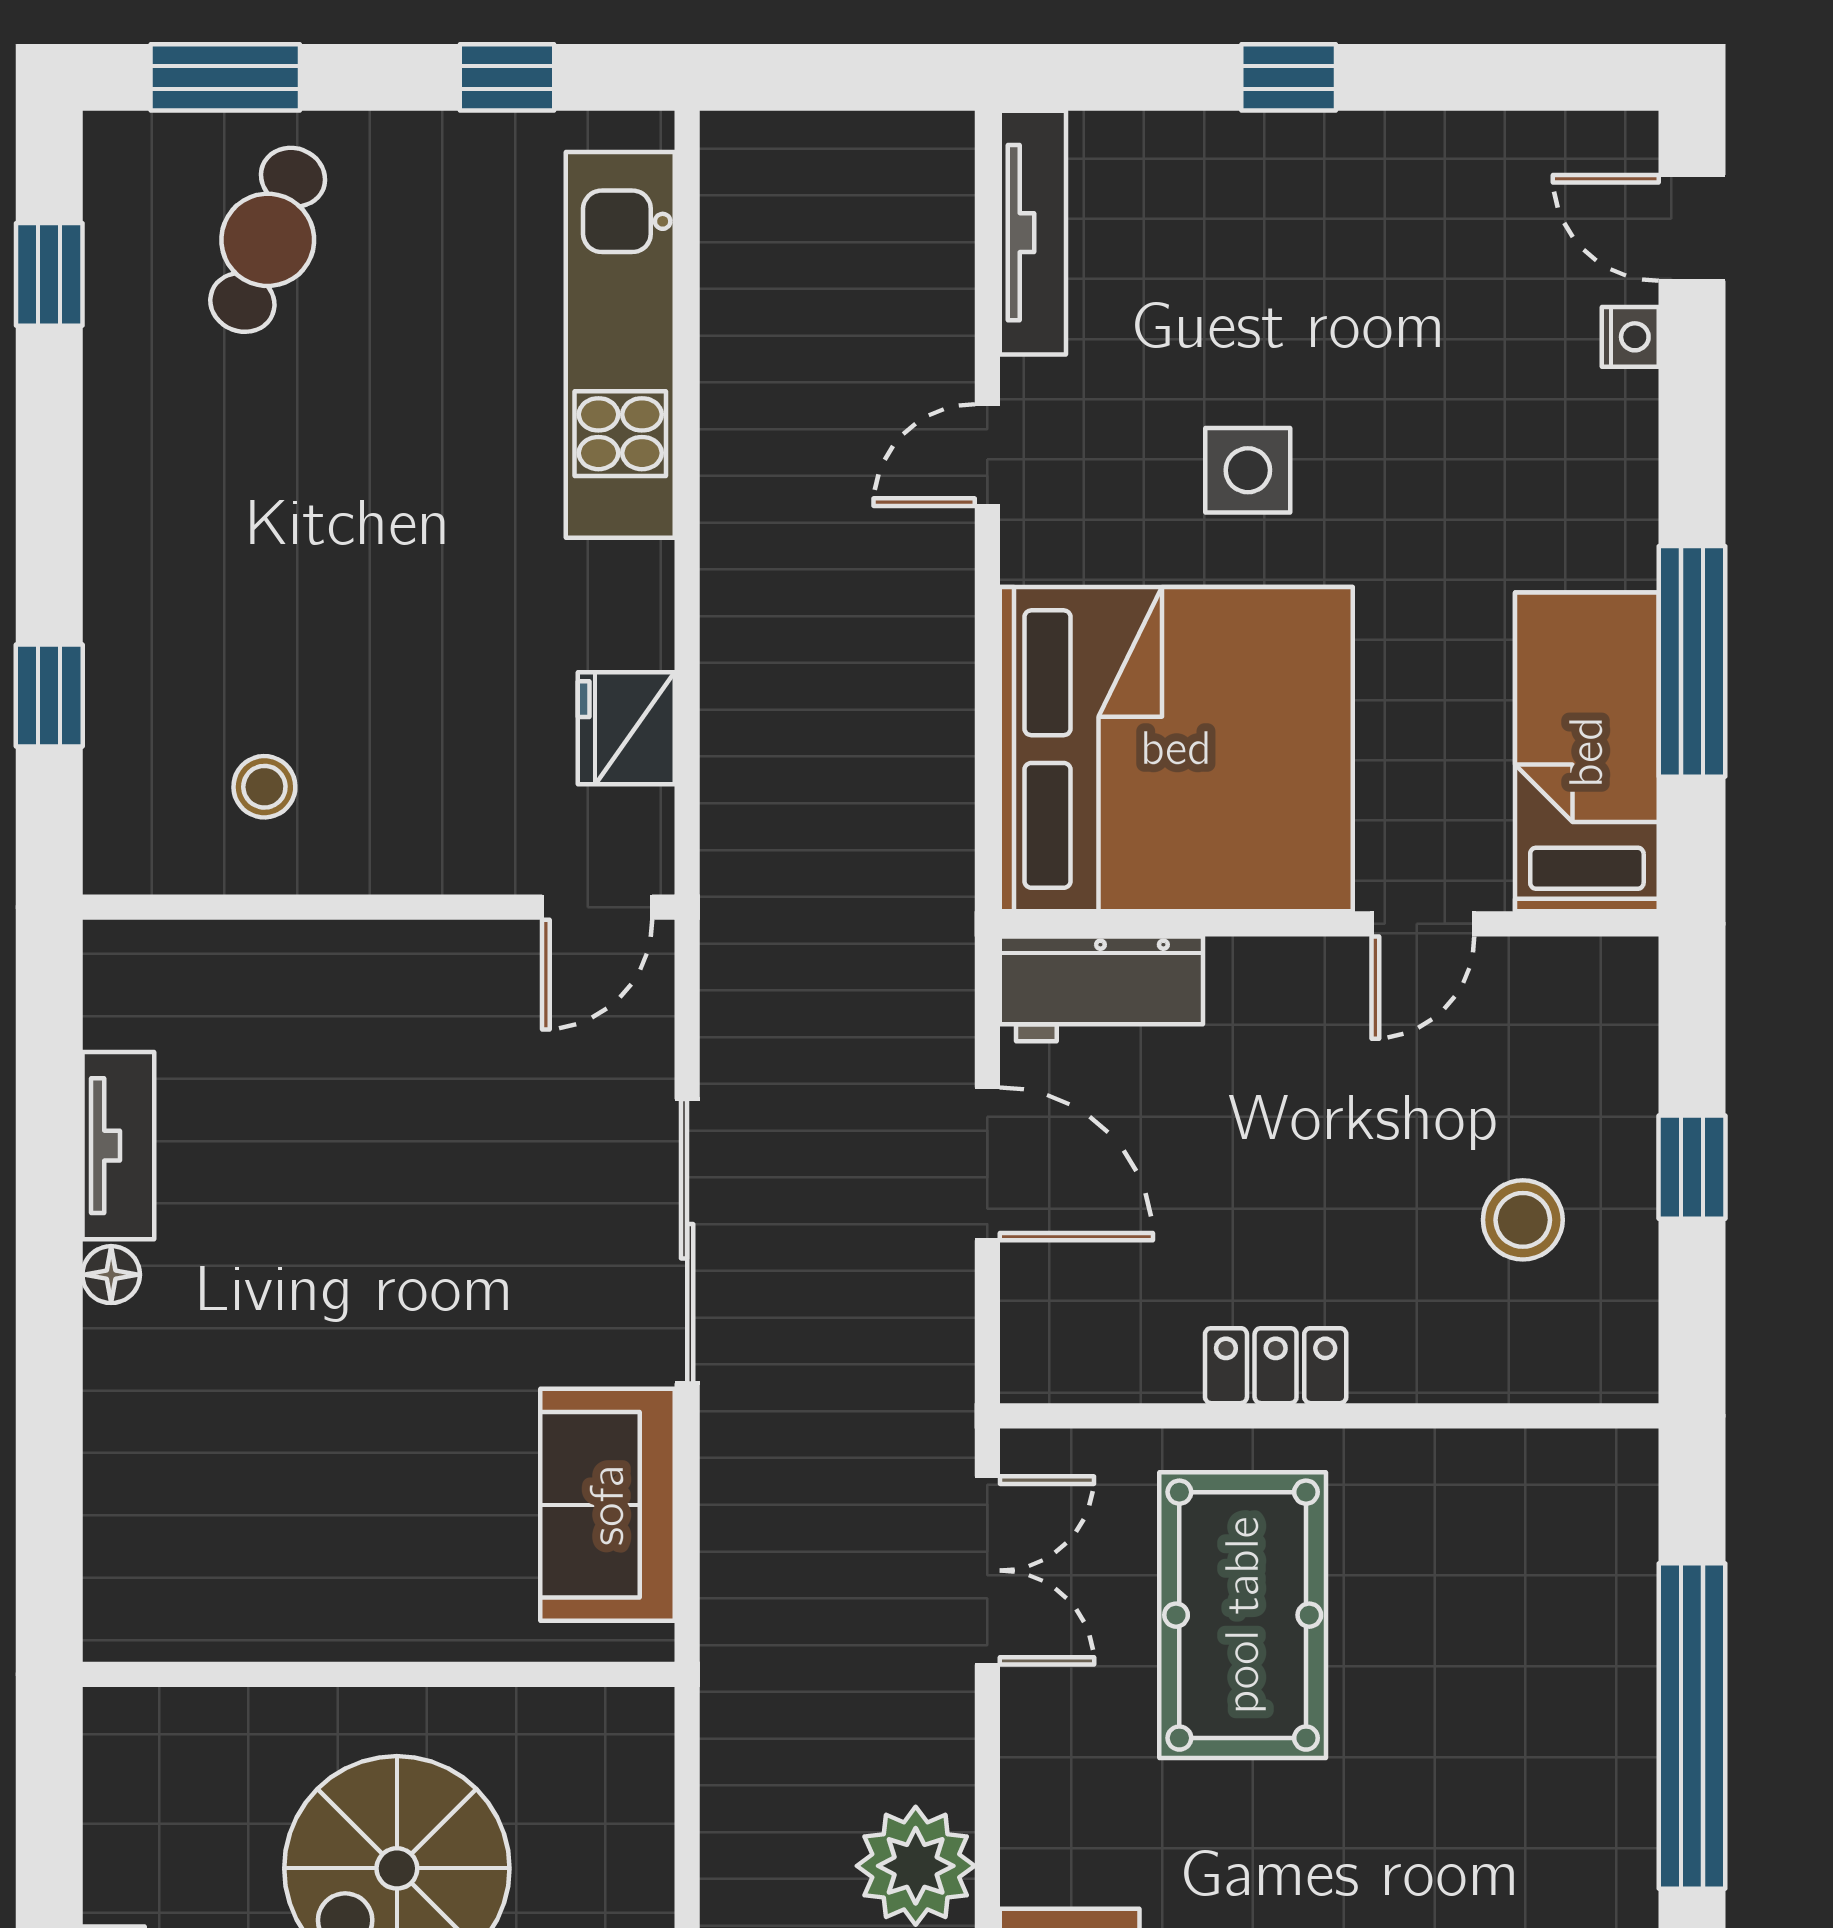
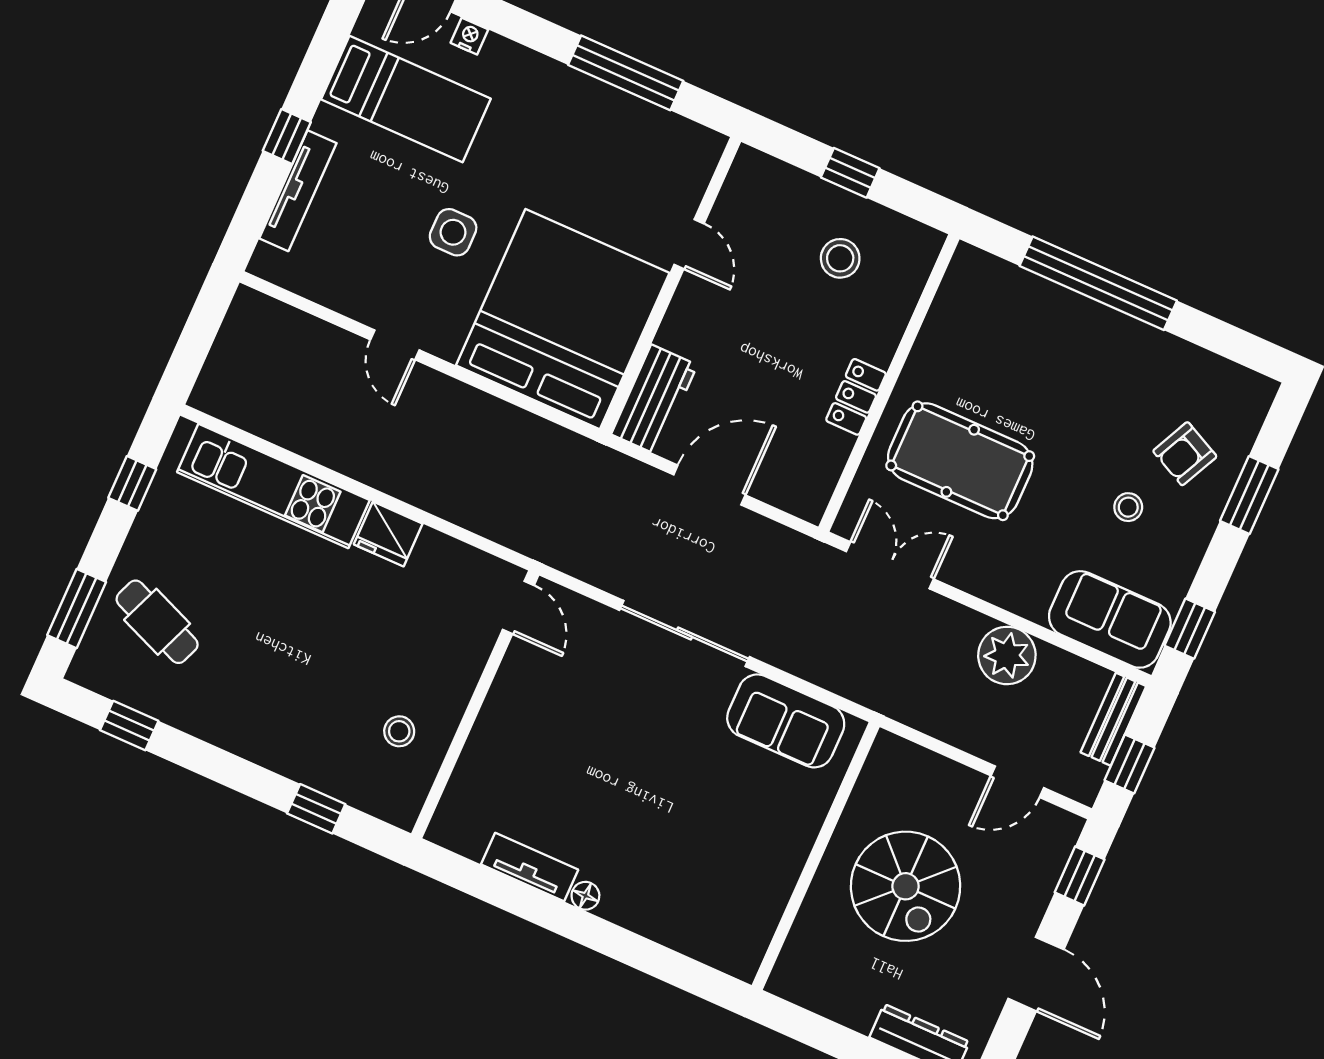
tv unit: (1033, 233) -> (298, 191), moved, turned 90
fridge: (626, 728) -> (388, 534), moved
bed: (1587, 752) -> (406, 99), moved, turned 180

